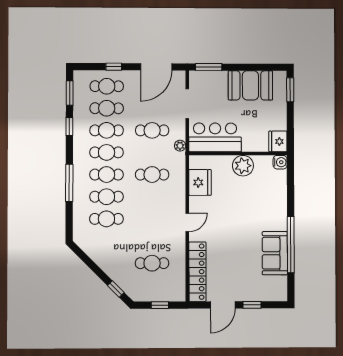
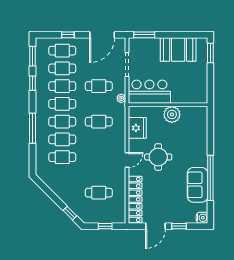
fridge: (278, 141) -> (200, 95), removed
water cooler: (280, 162) -> (202, 218), moved
round table: (226, 219) -> (158, 157), added

